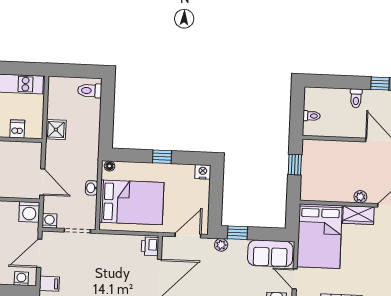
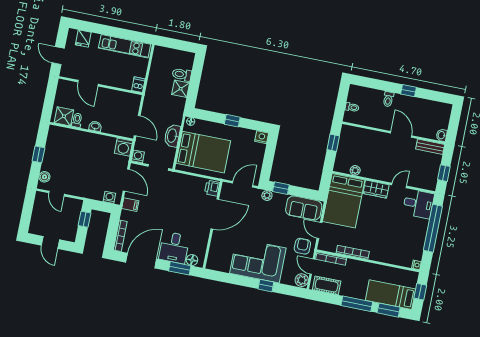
toilet: (90, 91) -> (182, 75), moved
dishwasher: (17, 129) -> (138, 85), moved
shower: (56, 130) -> (181, 89), moved
washbasin: (92, 188) -> (172, 136), width x1.91, depth x1.45
plant: (360, 197) -> (355, 170), moved
door: (39, 253) -> (126, 180), swing flipped

